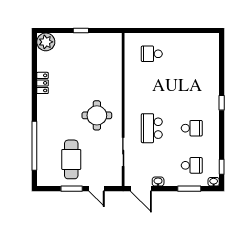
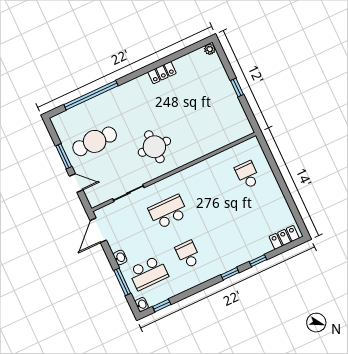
plant: (46, 42) -> (210, 49), width x0.53, depth x0.53
locker: (213, 48) -> (284, 237), added
window: (222, 77) -> (258, 261), added
school desk: (192, 128) -> (188, 254), turned 180
school desk: (192, 165) -> (148, 273), width x1.85
washbasin: (158, 182) -> (120, 257), moved
door: (97, 189) -> (76, 183), swing flipped

